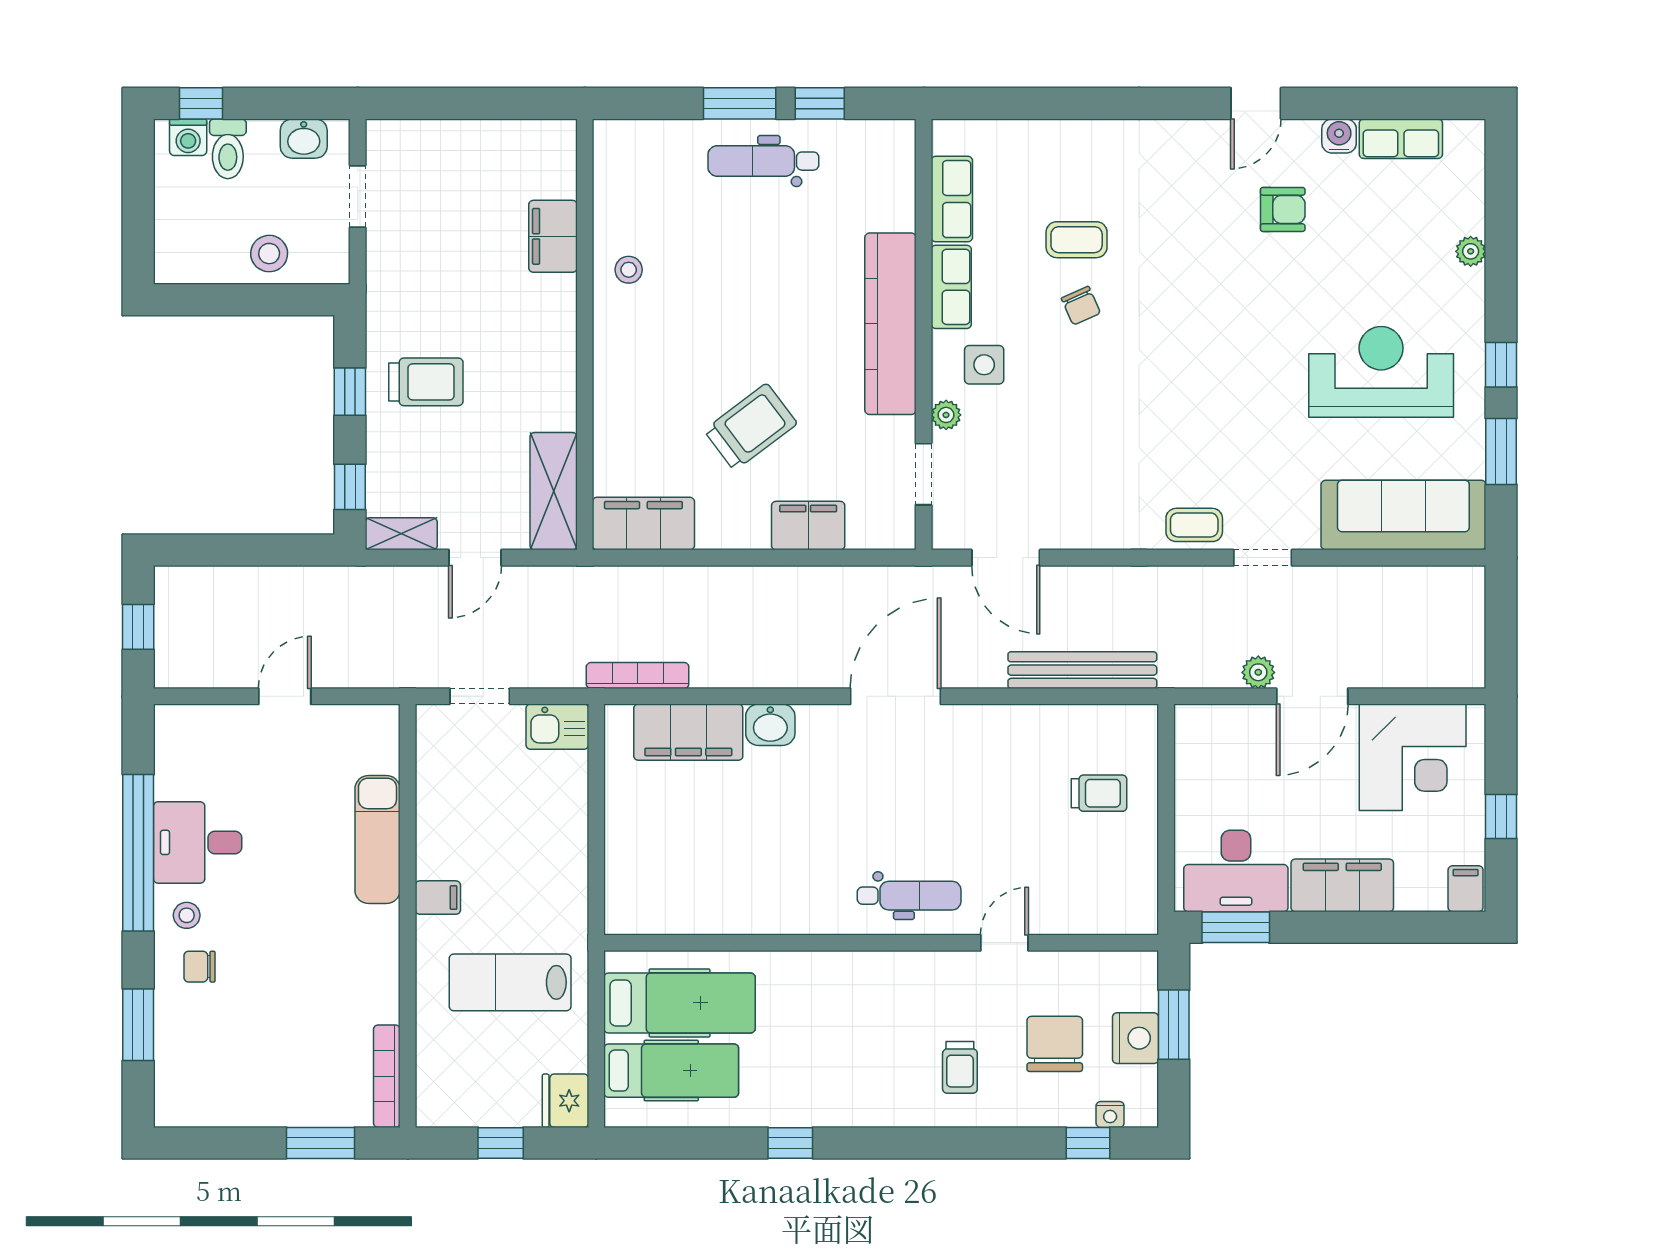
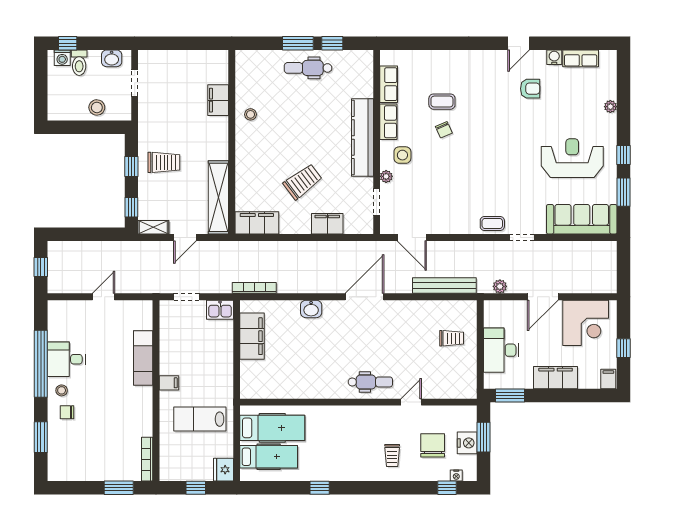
shelving: (554, 491) -> (218, 197), width x1.47
plant: (1258, 672) -> (500, 286), moved
filing cabinet: (688, 732) -> (252, 336), moved, turned -90
desk: (1236, 871) -> (501, 350), moved, turned 90

